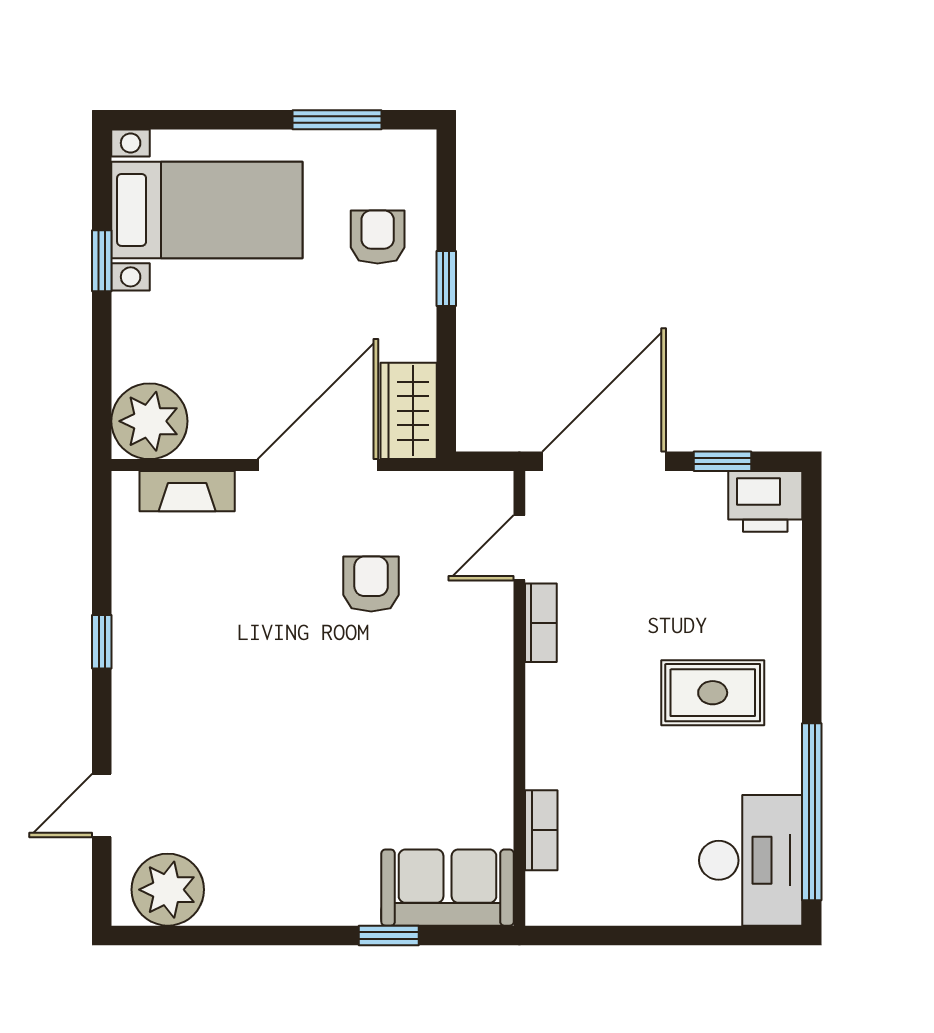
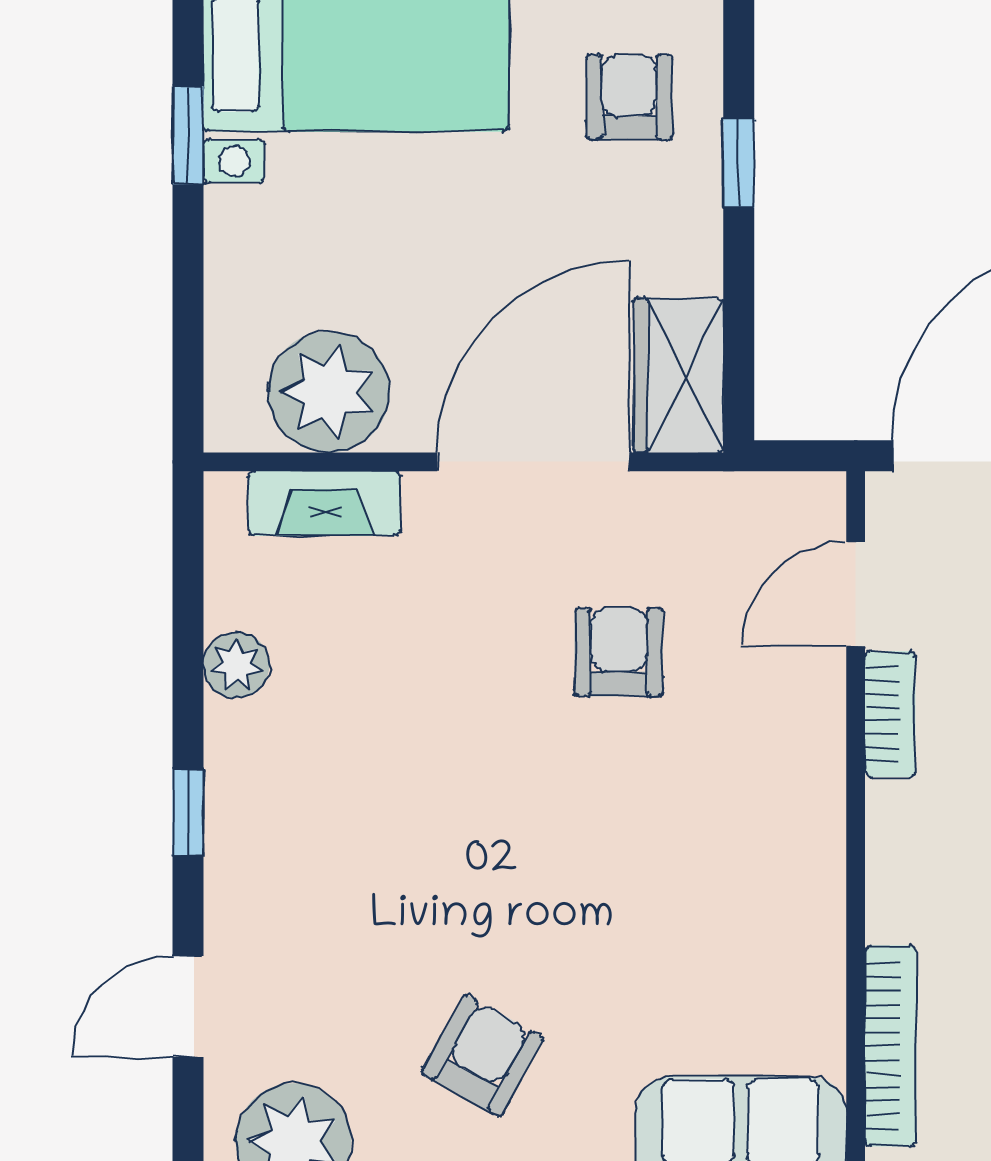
plant: (149, 421) -> (329, 392), moved
plant: (132, 592) -> (236, 665), added
window: (102, 642) -> (188, 812), moved
bookcase: (541, 830) -> (891, 1046), width x1.56
armchair: (286, 836) -> (482, 1056), added

